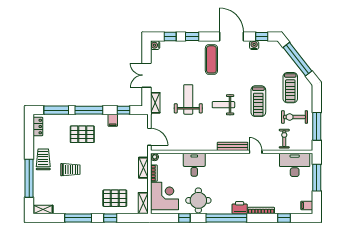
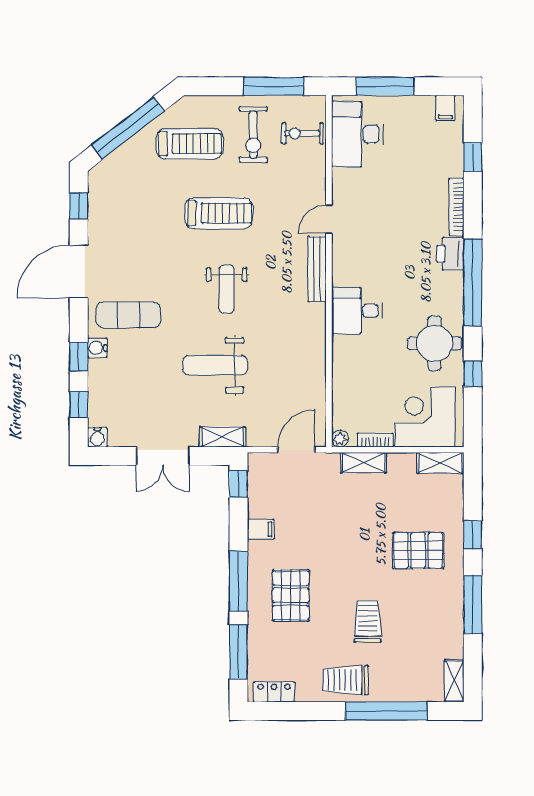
water cooler: (254, 45) -> (97, 348), moved
window: (124, 110) -> (238, 484), moved
exercise bike: (284, 139) -> (303, 133), moved
desk: (194, 165) -> (357, 311), moved
pallet: (115, 198) -> (418, 550), moved, turned 90

